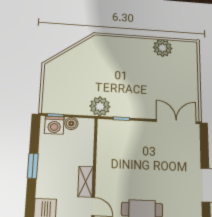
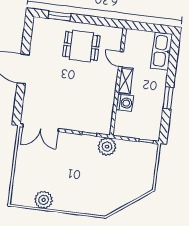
boiler: (71, 123) -> (133, 133), removed
washing machine: (54, 125) -> (125, 103), moved, turned 90

